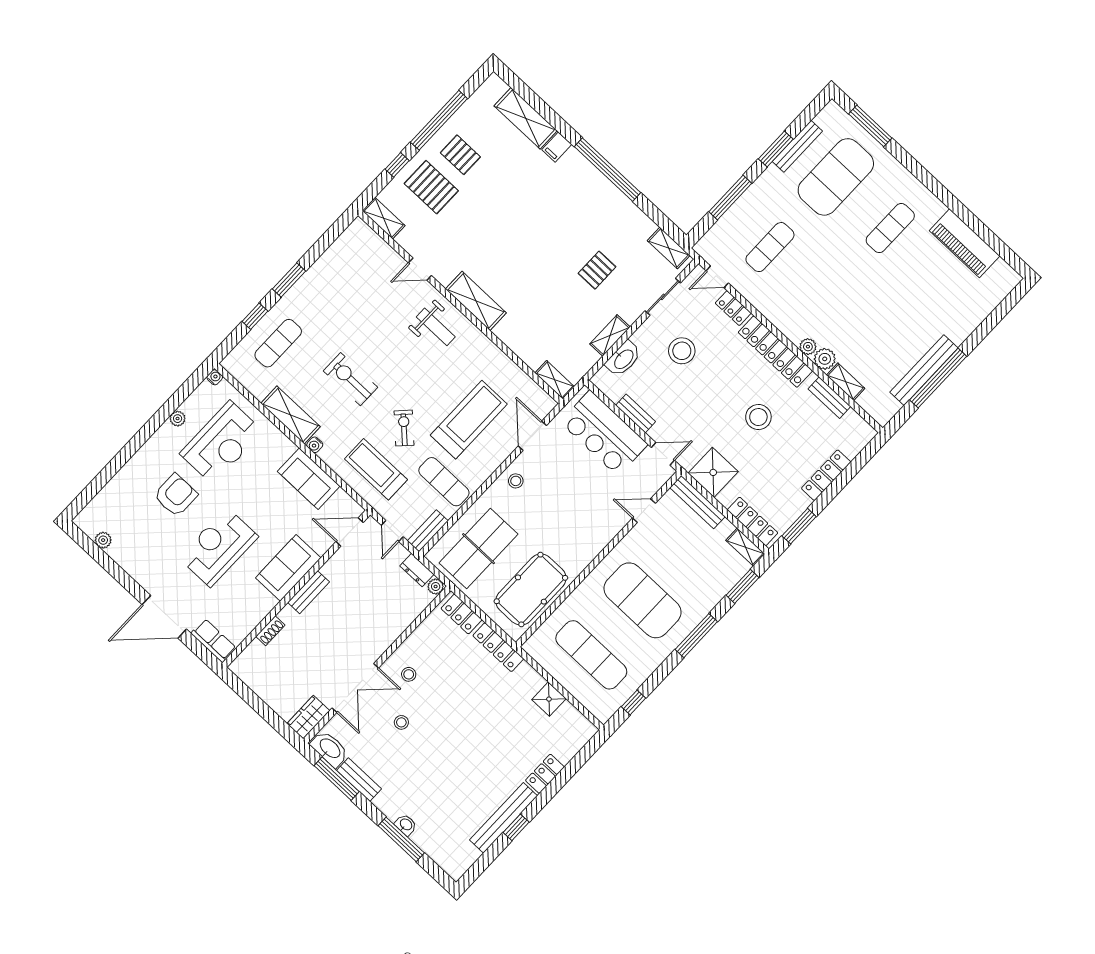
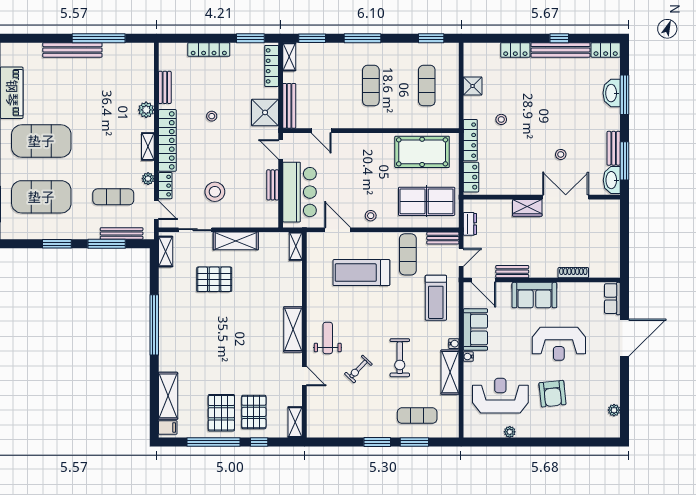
bench: (797, 146) -> (122, 233), moved
filing cabinet: (557, 147) -> (168, 427), moved
pallet: (460, 155) -> (221, 413), width x1.50, depth x1.42
exercise mat: (890, 228) -> (41, 141), width x2.00, depth x1.45
pallet: (597, 270) -> (214, 279), width x1.50, depth x1.42
window: (255, 316) -> (414, 442), width x1.50
shelving: (610, 335) -> (236, 241), width x1.50, depth x1.33
plant: (808, 347) -> (148, 179), moved
washbasin: (623, 359) -> (249, 219), removed
bench: (924, 370) -> (72, 50), moved
water cooler: (215, 377) -> (468, 357), moved
shelving: (846, 382) -> (148, 146), moved
stool: (758, 417) -> (212, 116), width x0.53, depth x0.53
exercise bike: (404, 428) -> (358, 369), moved
door: (532, 436) -> (338, 230), swing flipped
armchair: (176, 495) -> (552, 394), turned -96
plant: (436, 587) -> (469, 205), removed
bench: (309, 592) -> (512, 272), moved
exercise mat: (642, 600) -> (371, 86), width x0.50, depth x0.69
door: (164, 617) -> (625, 338), hinge flipped
shoe rack: (270, 631) -> (573, 273), width x1.43
exercise mat: (591, 655) -> (427, 86), width x0.73, depth x0.69
stool: (409, 674) -> (501, 119), moved
window: (634, 702) -> (431, 38), width x1.50
wardrobe: (308, 717) -> (527, 208), moved
washbasin: (406, 825) -> (612, 93), width x1.91, depth x1.45
locker: (462, 862) -> (606, 50), added

